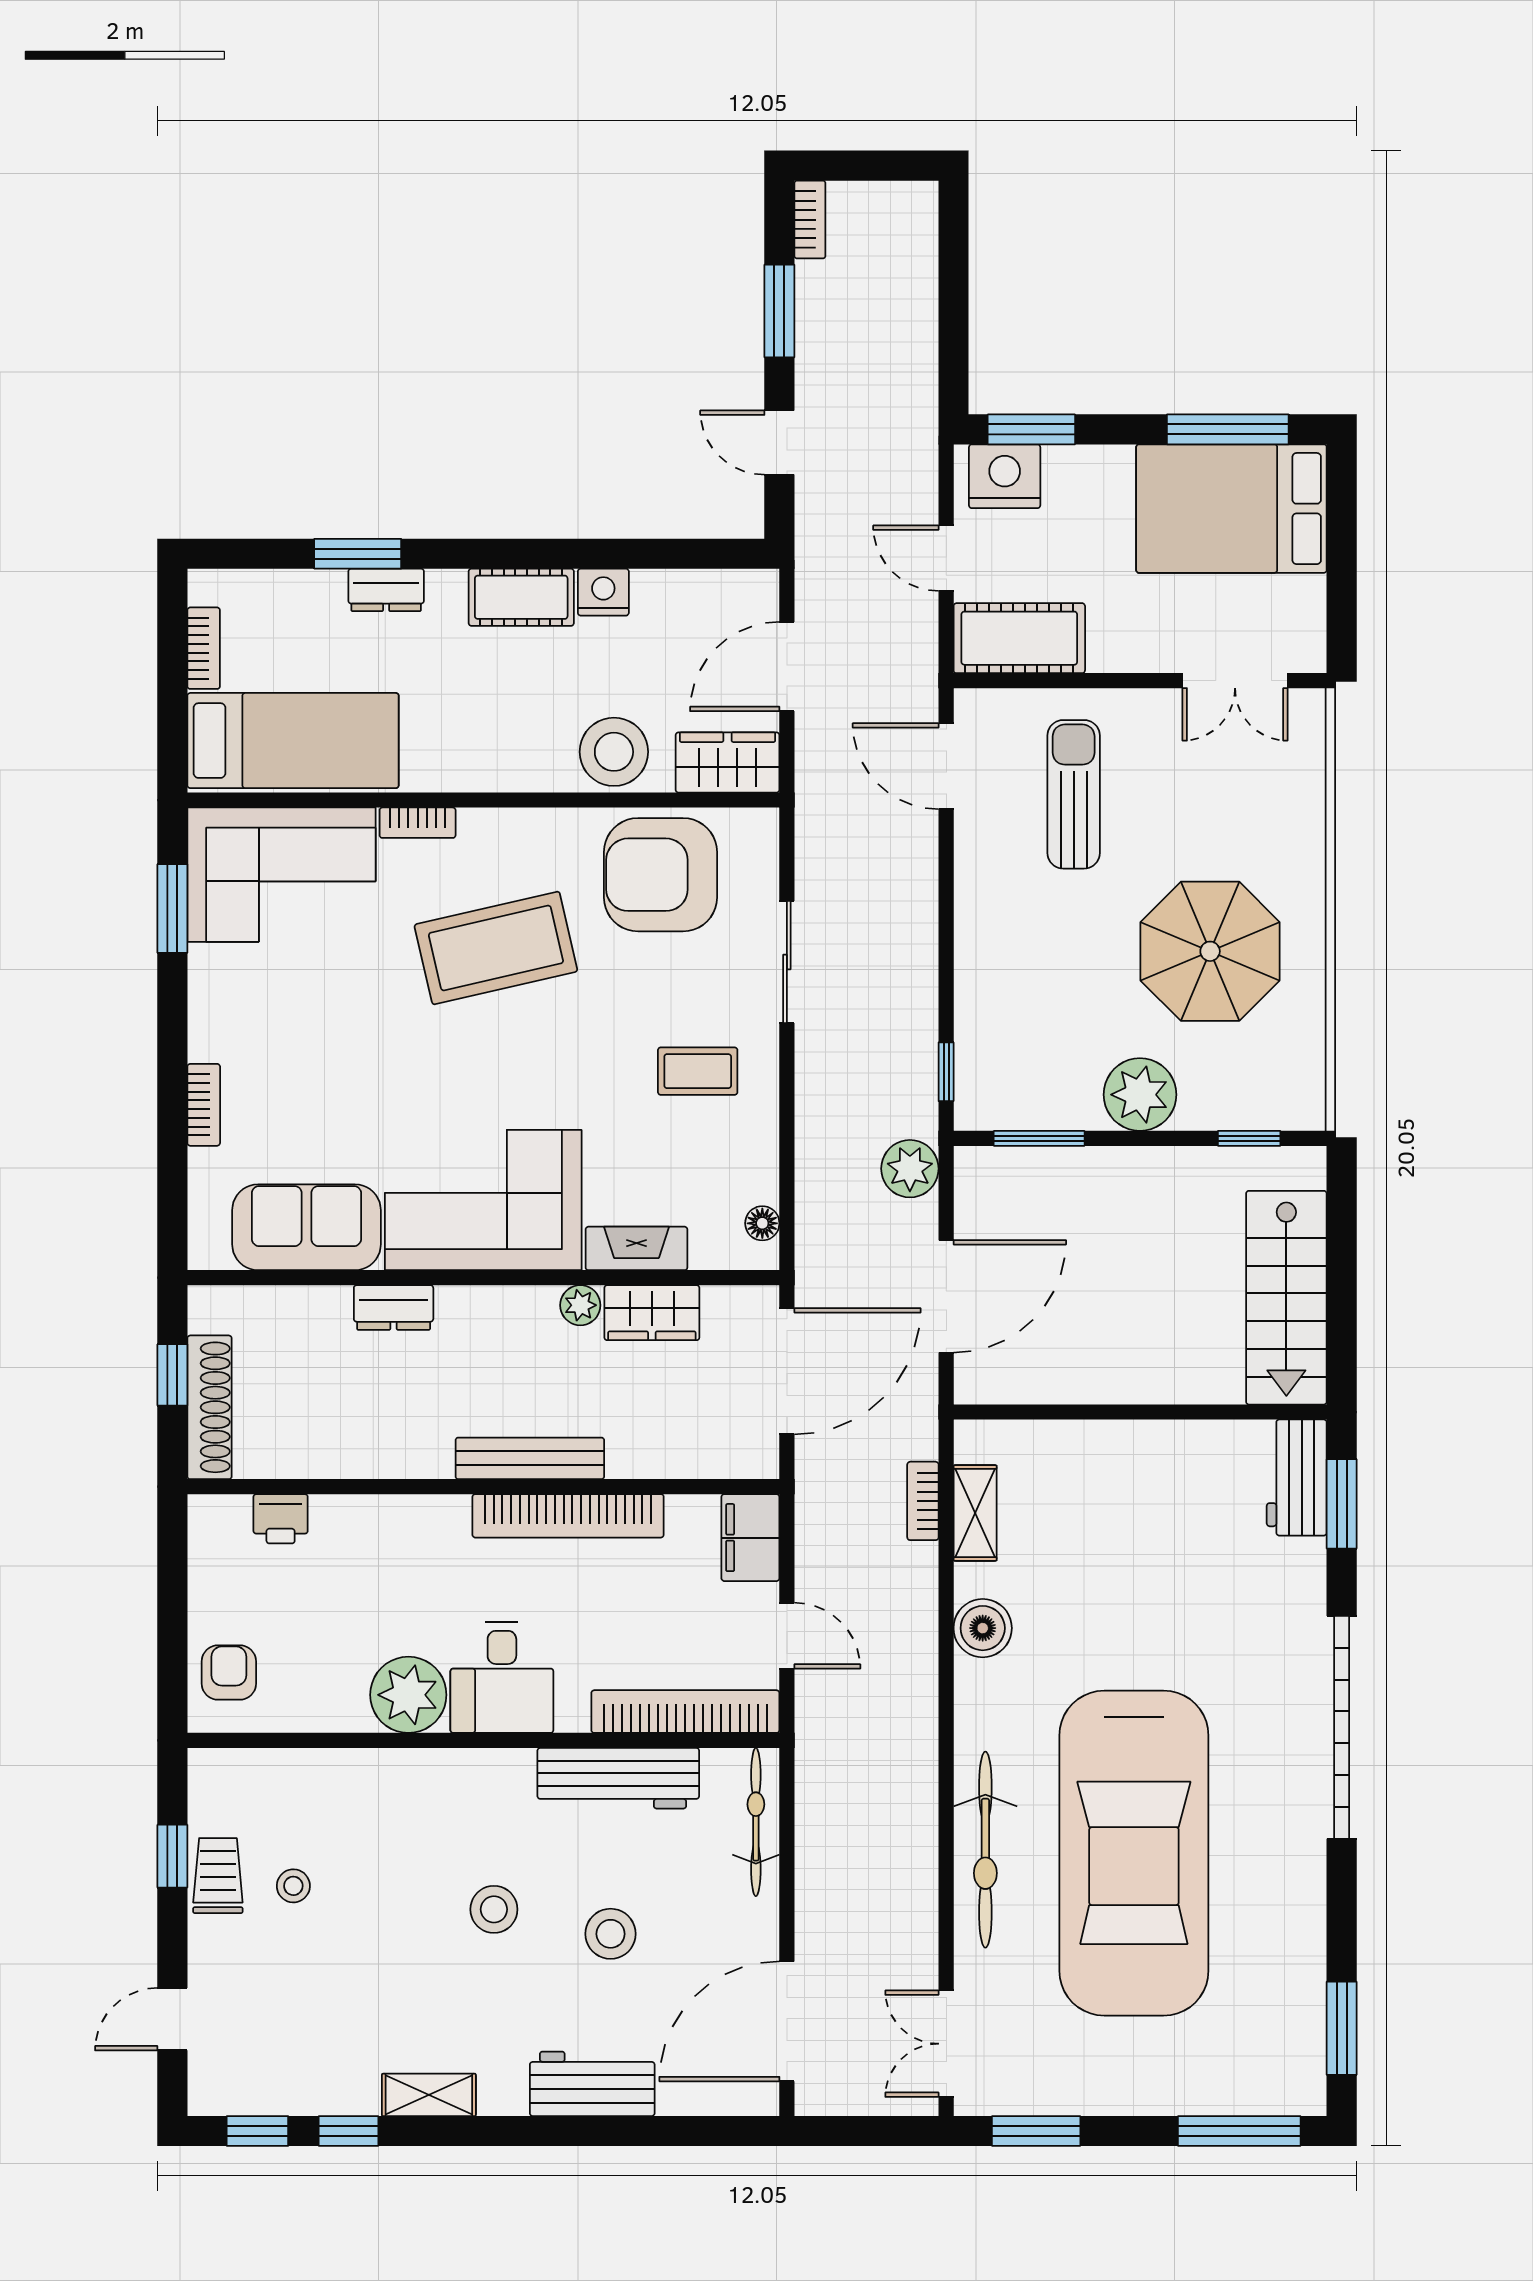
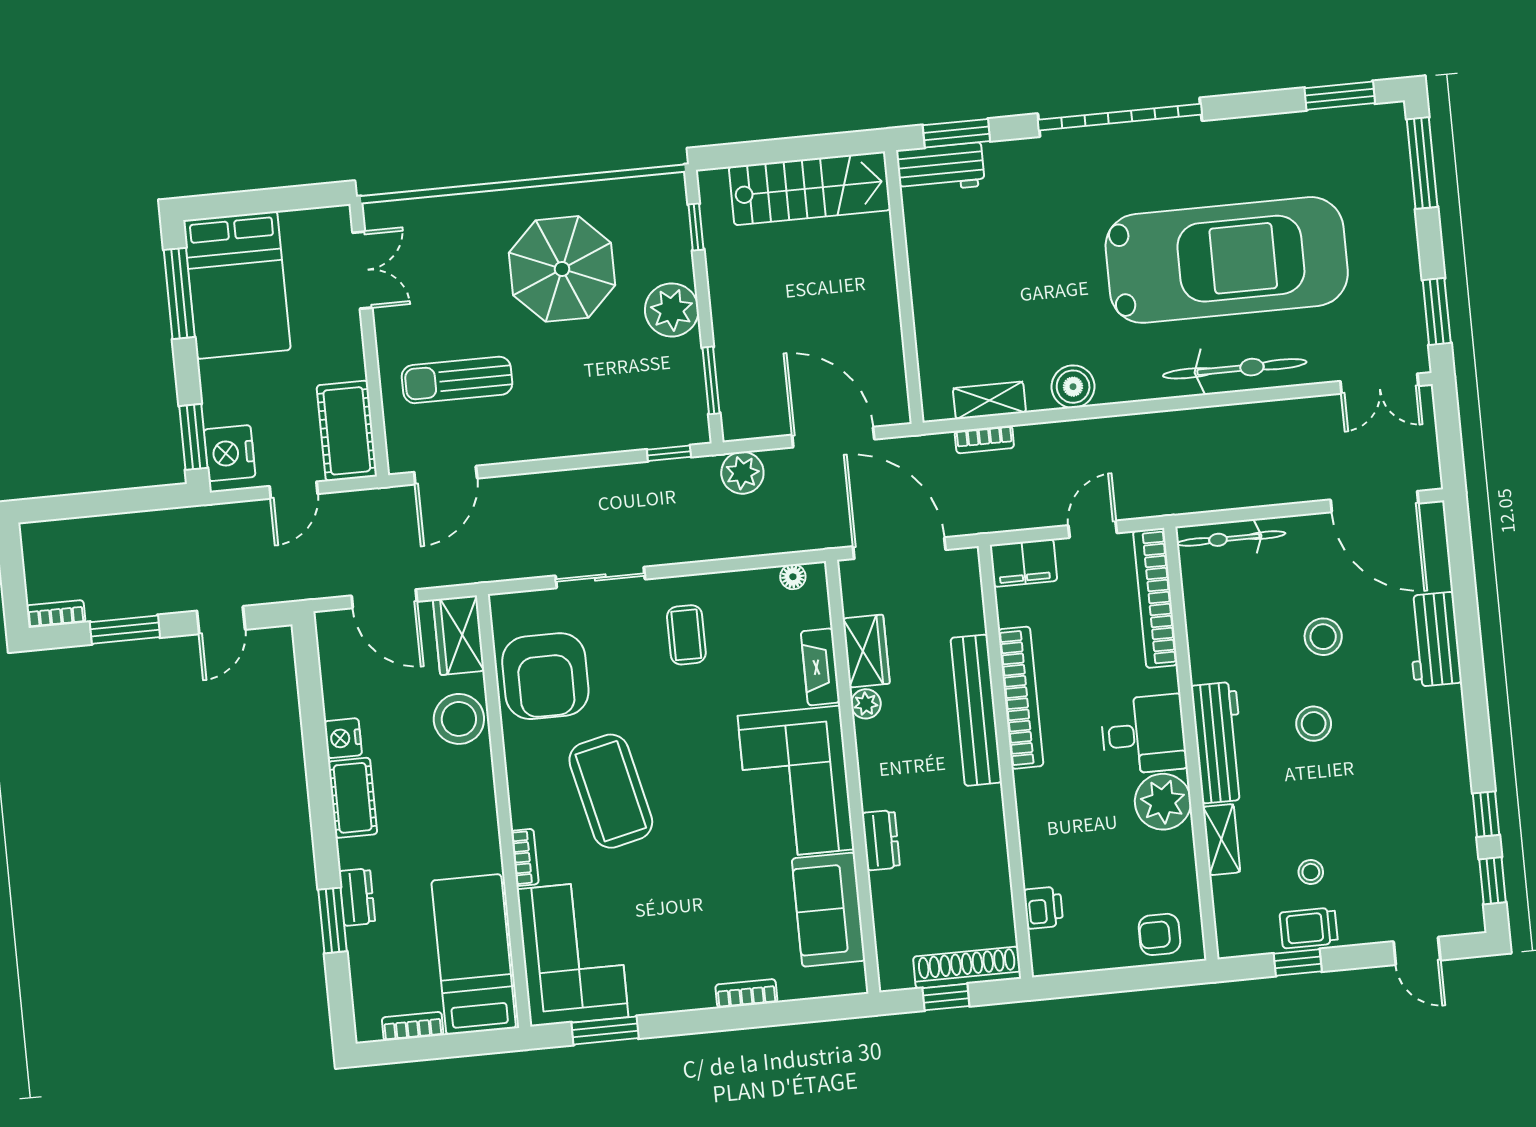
bench: (530, 1458) -> (976, 710), width x1.37, depth x1.21
workbench: (618, 1778) -> (1219, 743), moved
shelving: (429, 2095) -> (1221, 840), moved

